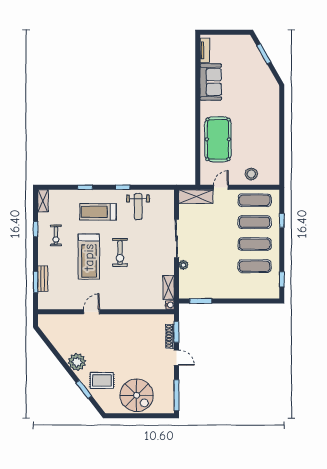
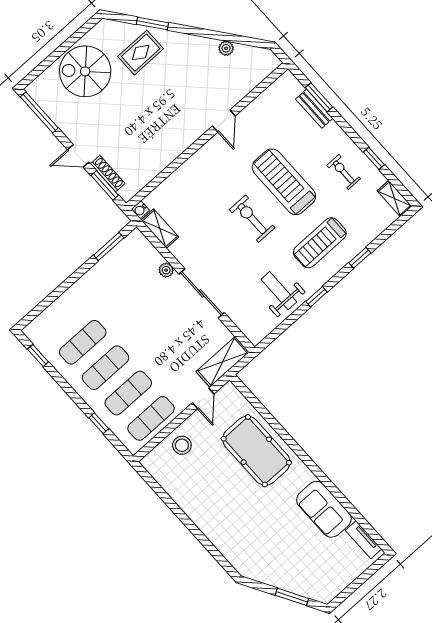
treadmill: (98, 212) -> (320, 243), turned 180
plant: (77, 362) -> (226, 48), moved, width x0.53, depth x0.53

